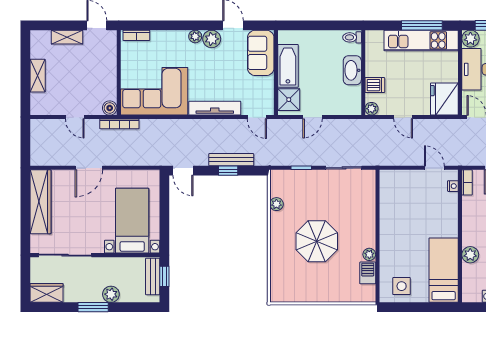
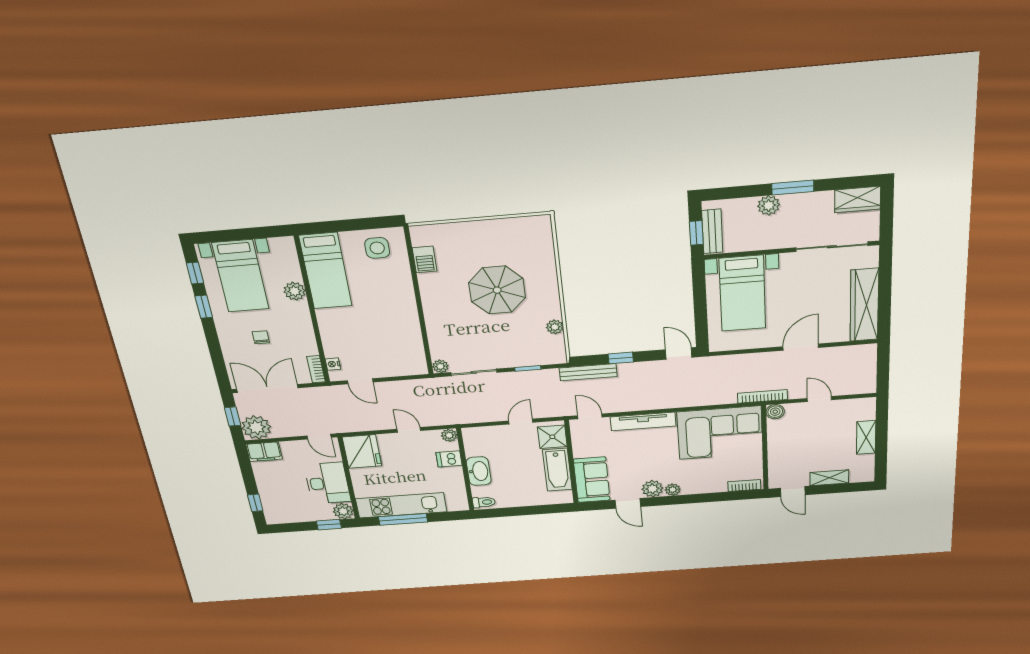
bench: (231, 160) -> (588, 372), moved
plant: (369, 254) -> (440, 366), moved

